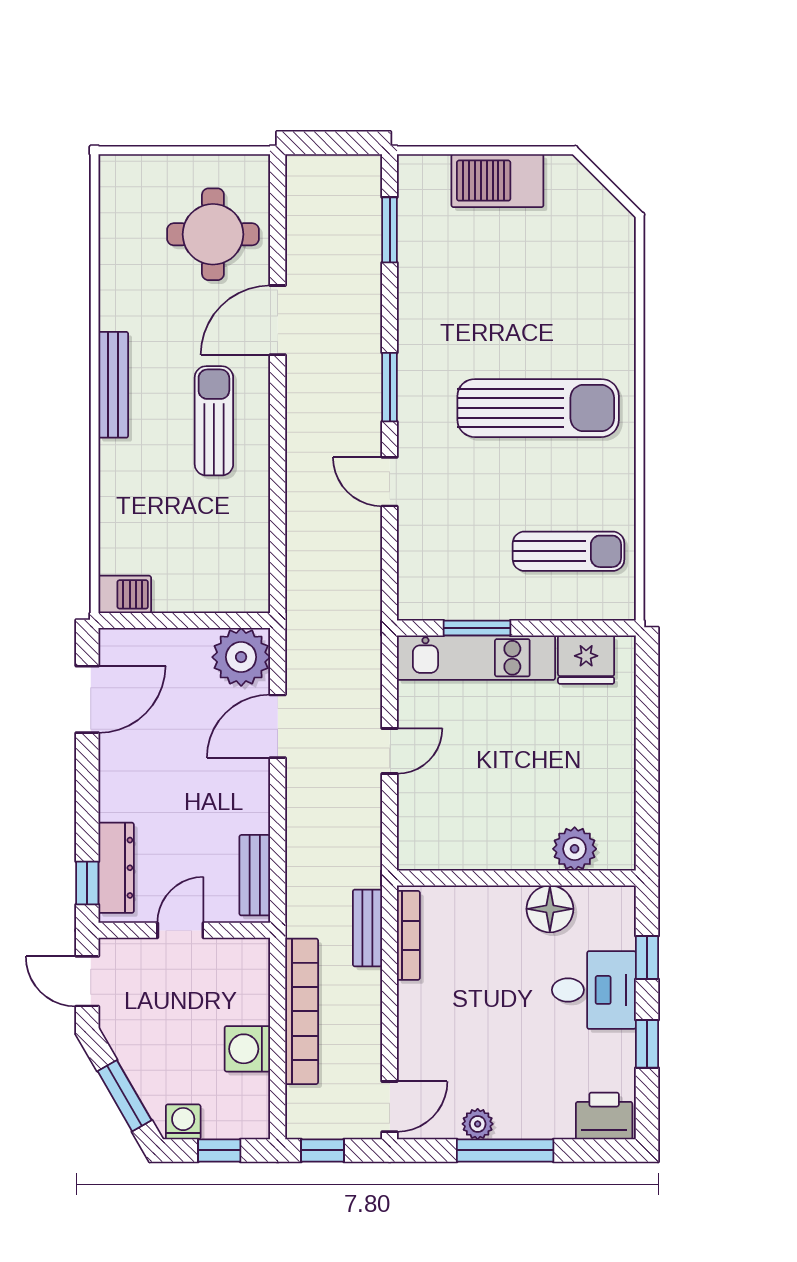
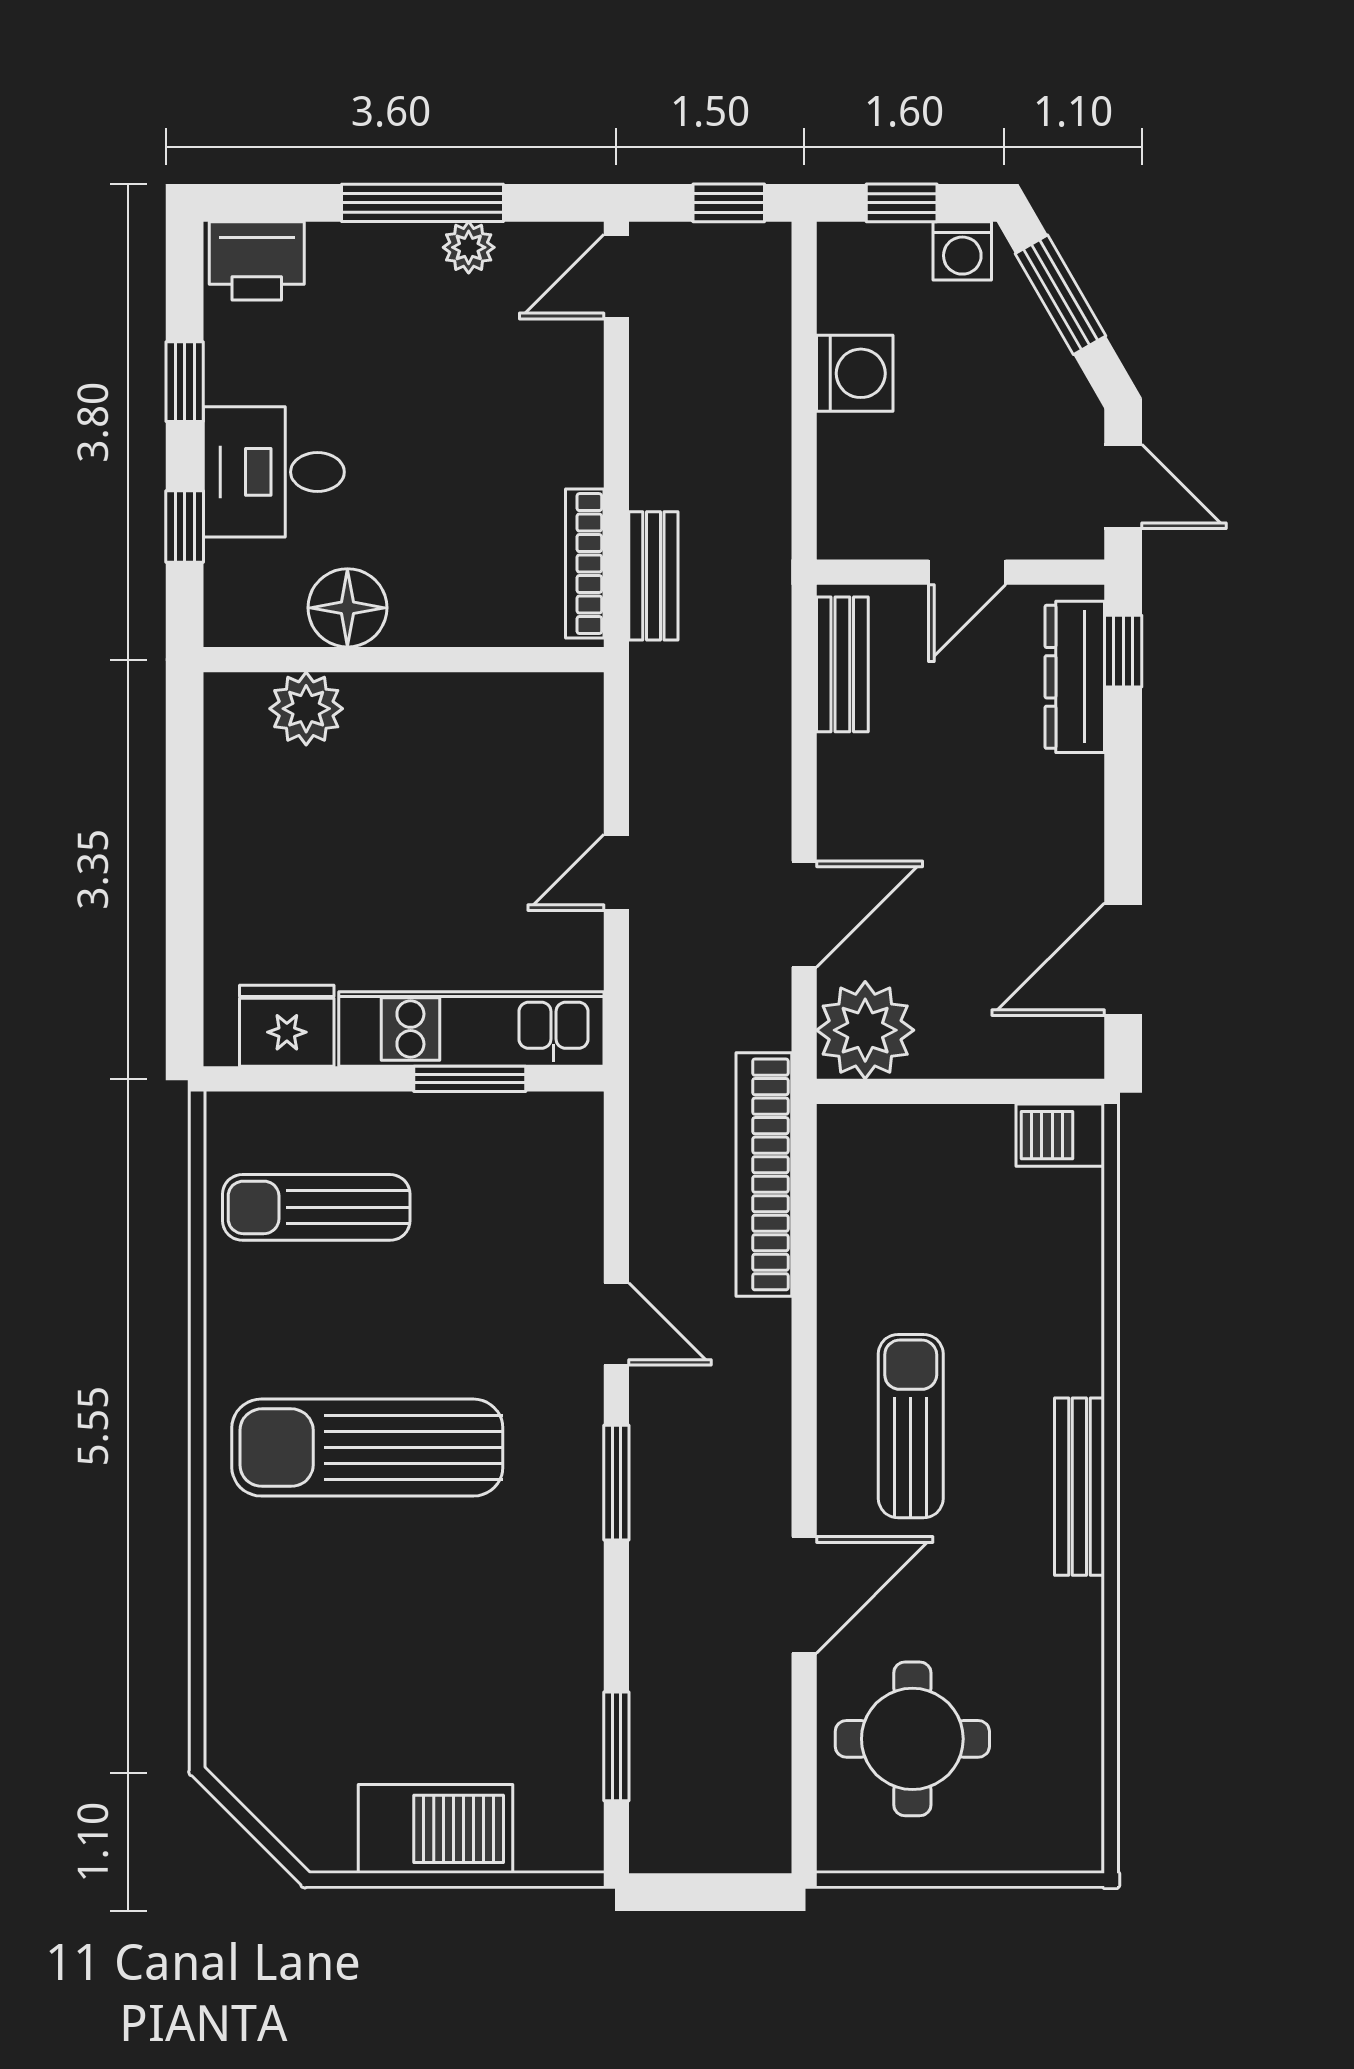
sun lounger: (214, 421) -> (911, 1426), turned 180
bookcase: (302, 1011) -> (764, 1174), moved

